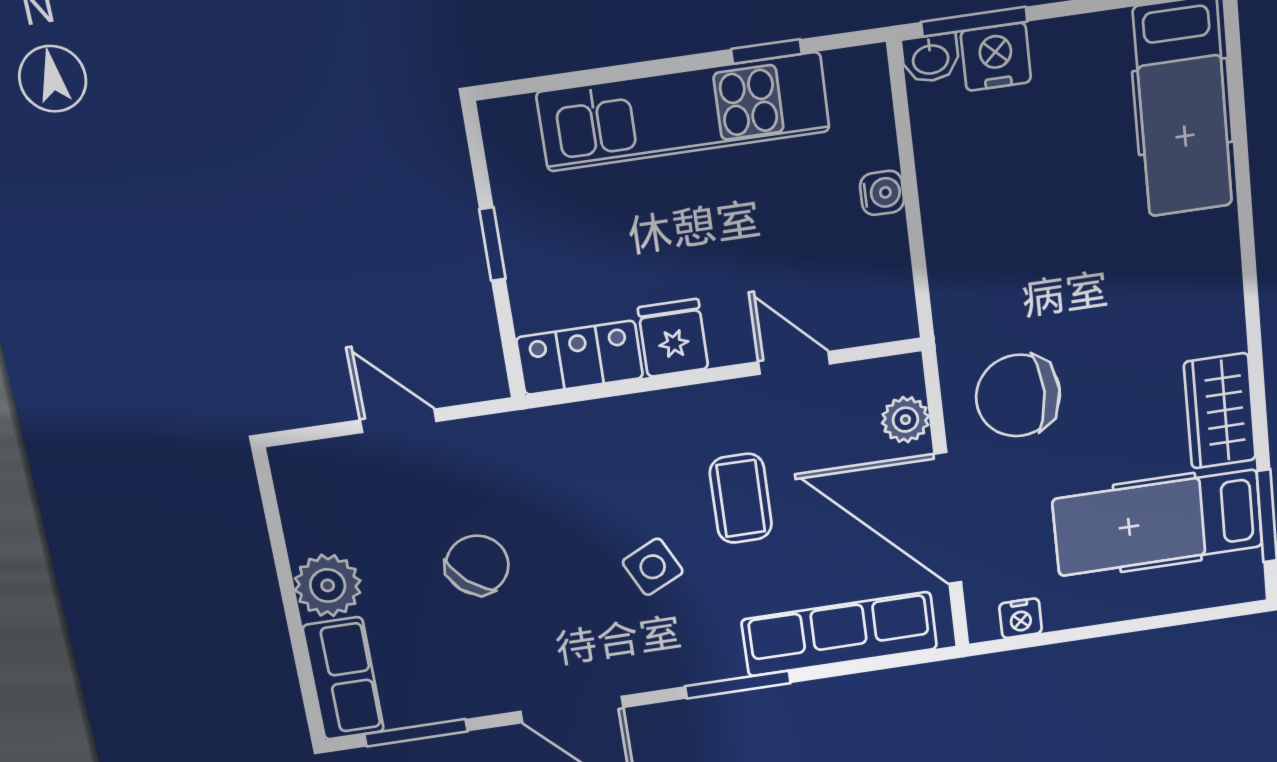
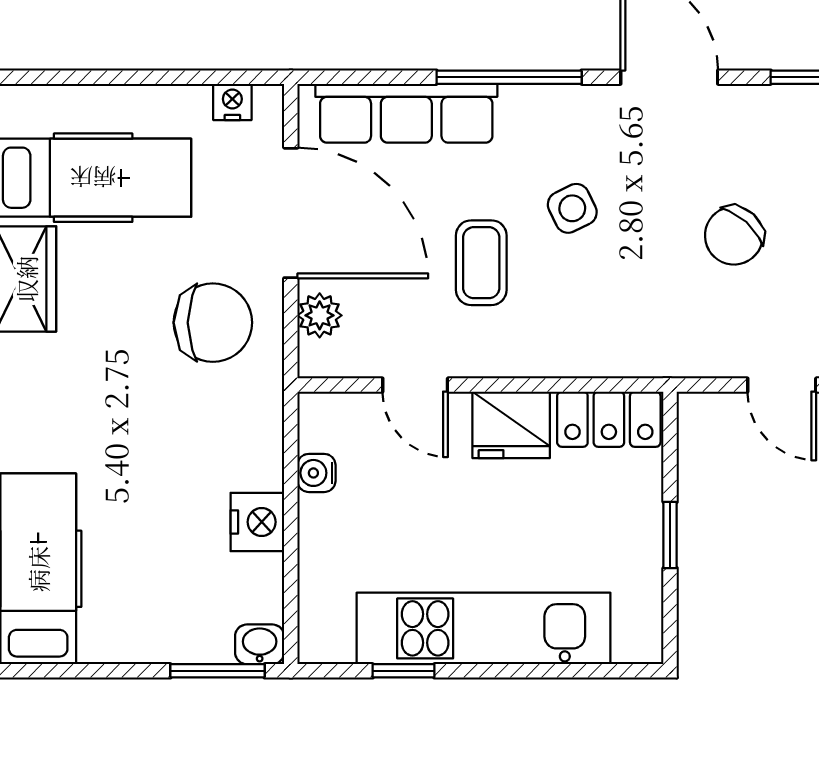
nightstand: (996, 57) -> (257, 522), moved, turned -90
water cooler: (882, 193) -> (316, 473), moved
fridge: (673, 338) -> (511, 425), width x1.38
window: (738, 685) -> (509, 77), width x1.44

